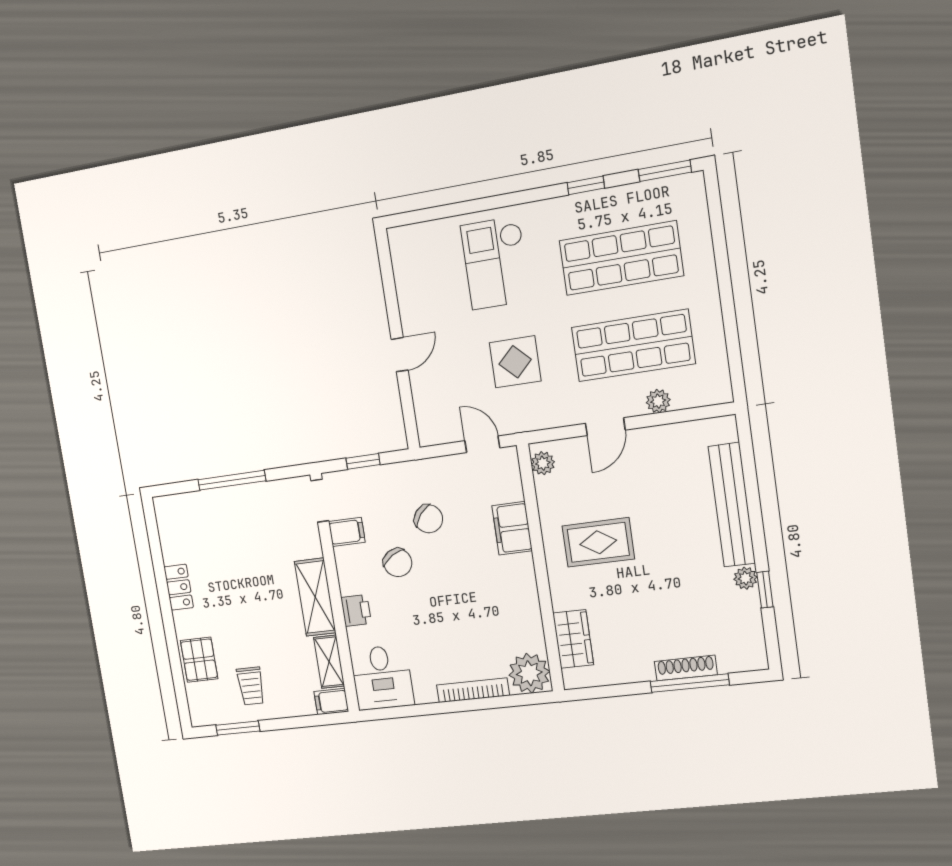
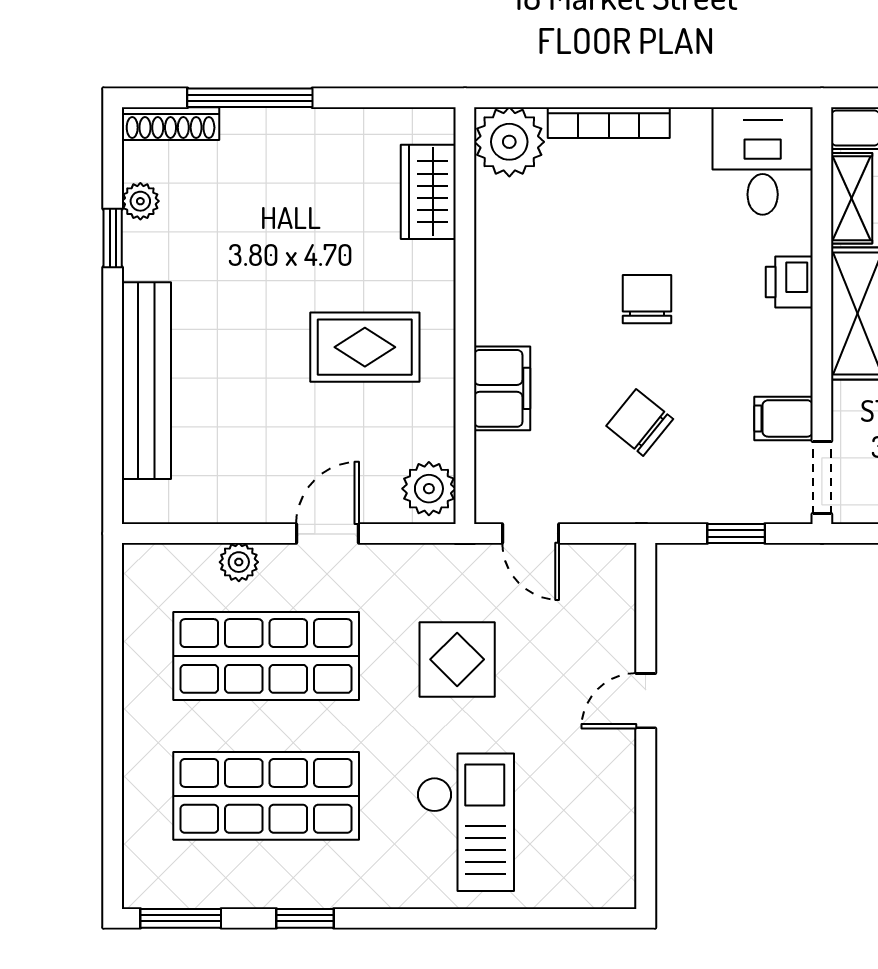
plant: (543, 463) -> (429, 489), width x1.38, depth x1.38
chair: (398, 563) -> (647, 299), moved, turned 32
plant: (745, 578) -> (140, 201), moved
shoe rack: (686, 668) -> (171, 124), moved

